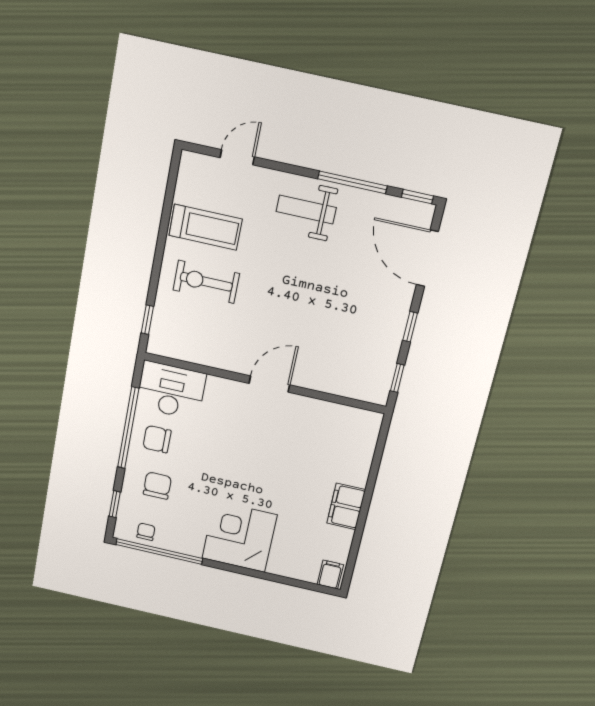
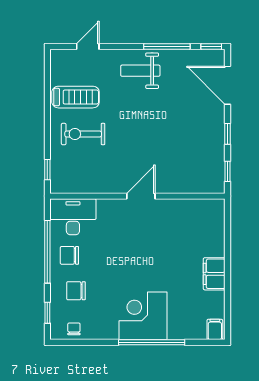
chair: (157, 486) -> (76, 291), turned -90
window: (159, 551) -> (152, 342), moved

